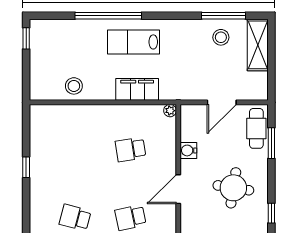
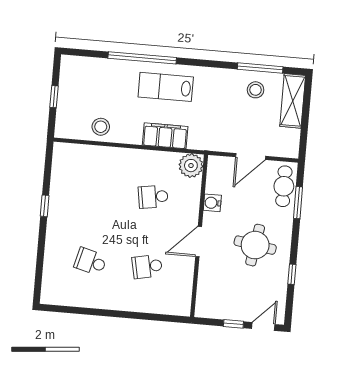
window: (26, 38) -> (54, 97), moved
plant: (170, 111) -> (191, 166), width x1.88, depth x1.88

